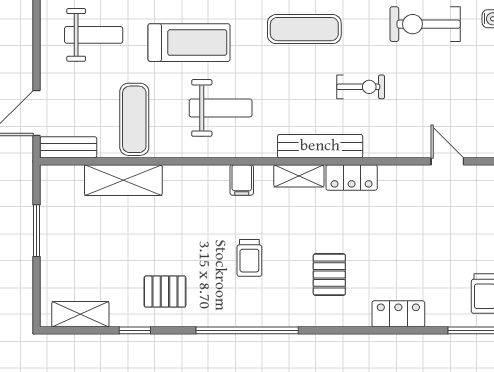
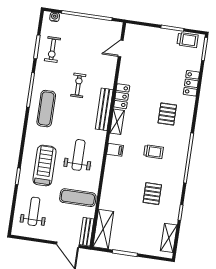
exercise bike: (425, 24) -> (52, 49), width x0.73, depth x0.72
shelving: (123, 180) -> (103, 229), moved
pallet: (329, 275) -> (167, 114), turned 90
pallet: (165, 292) -> (152, 194), moved

